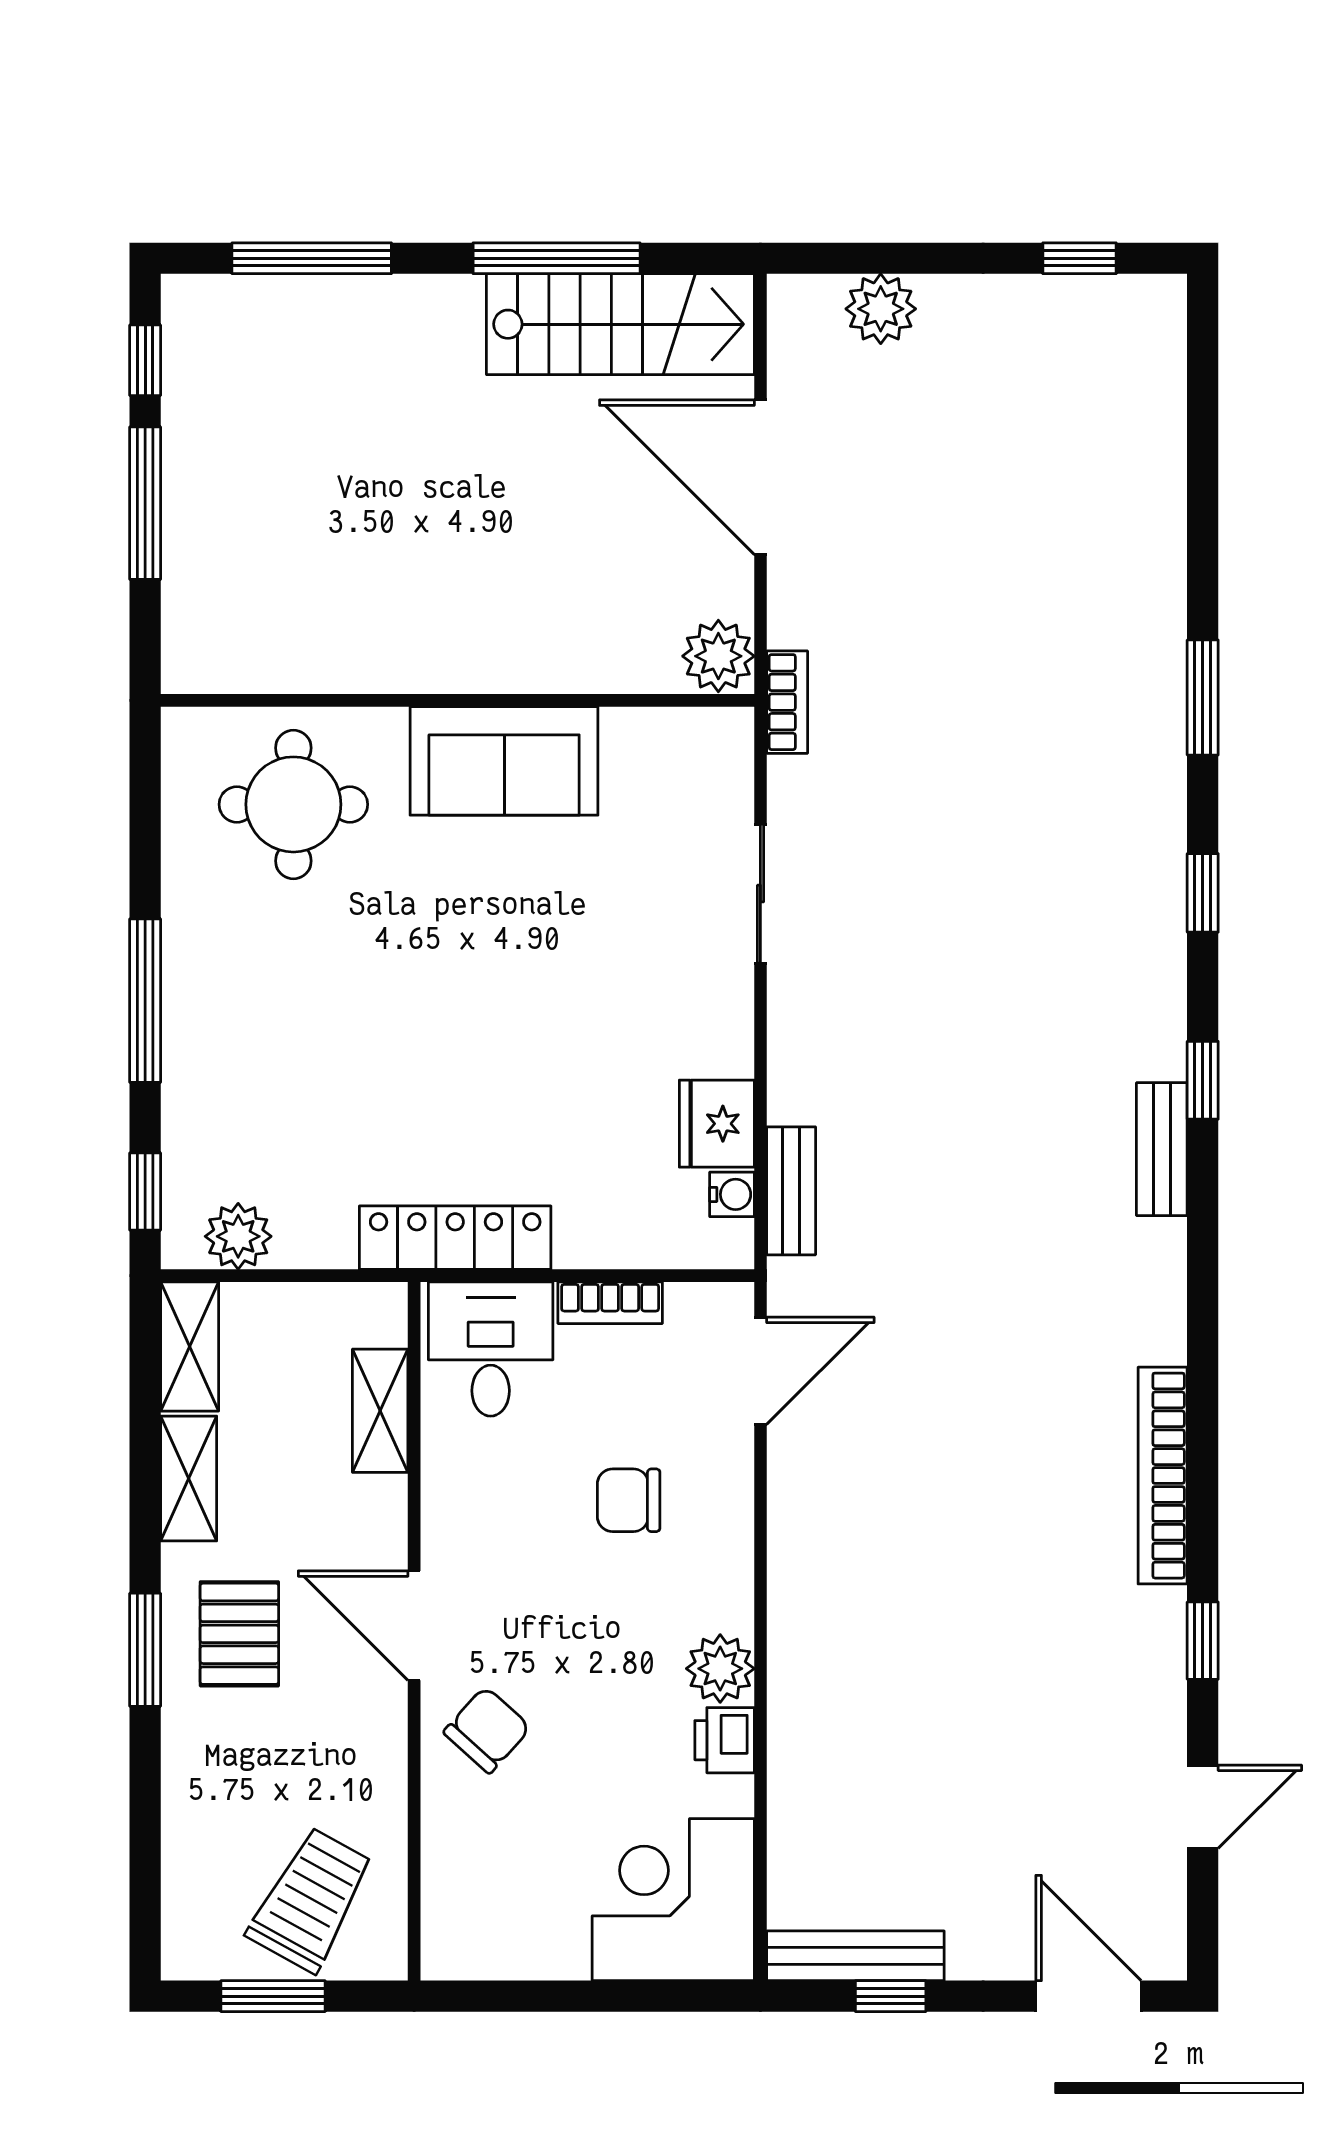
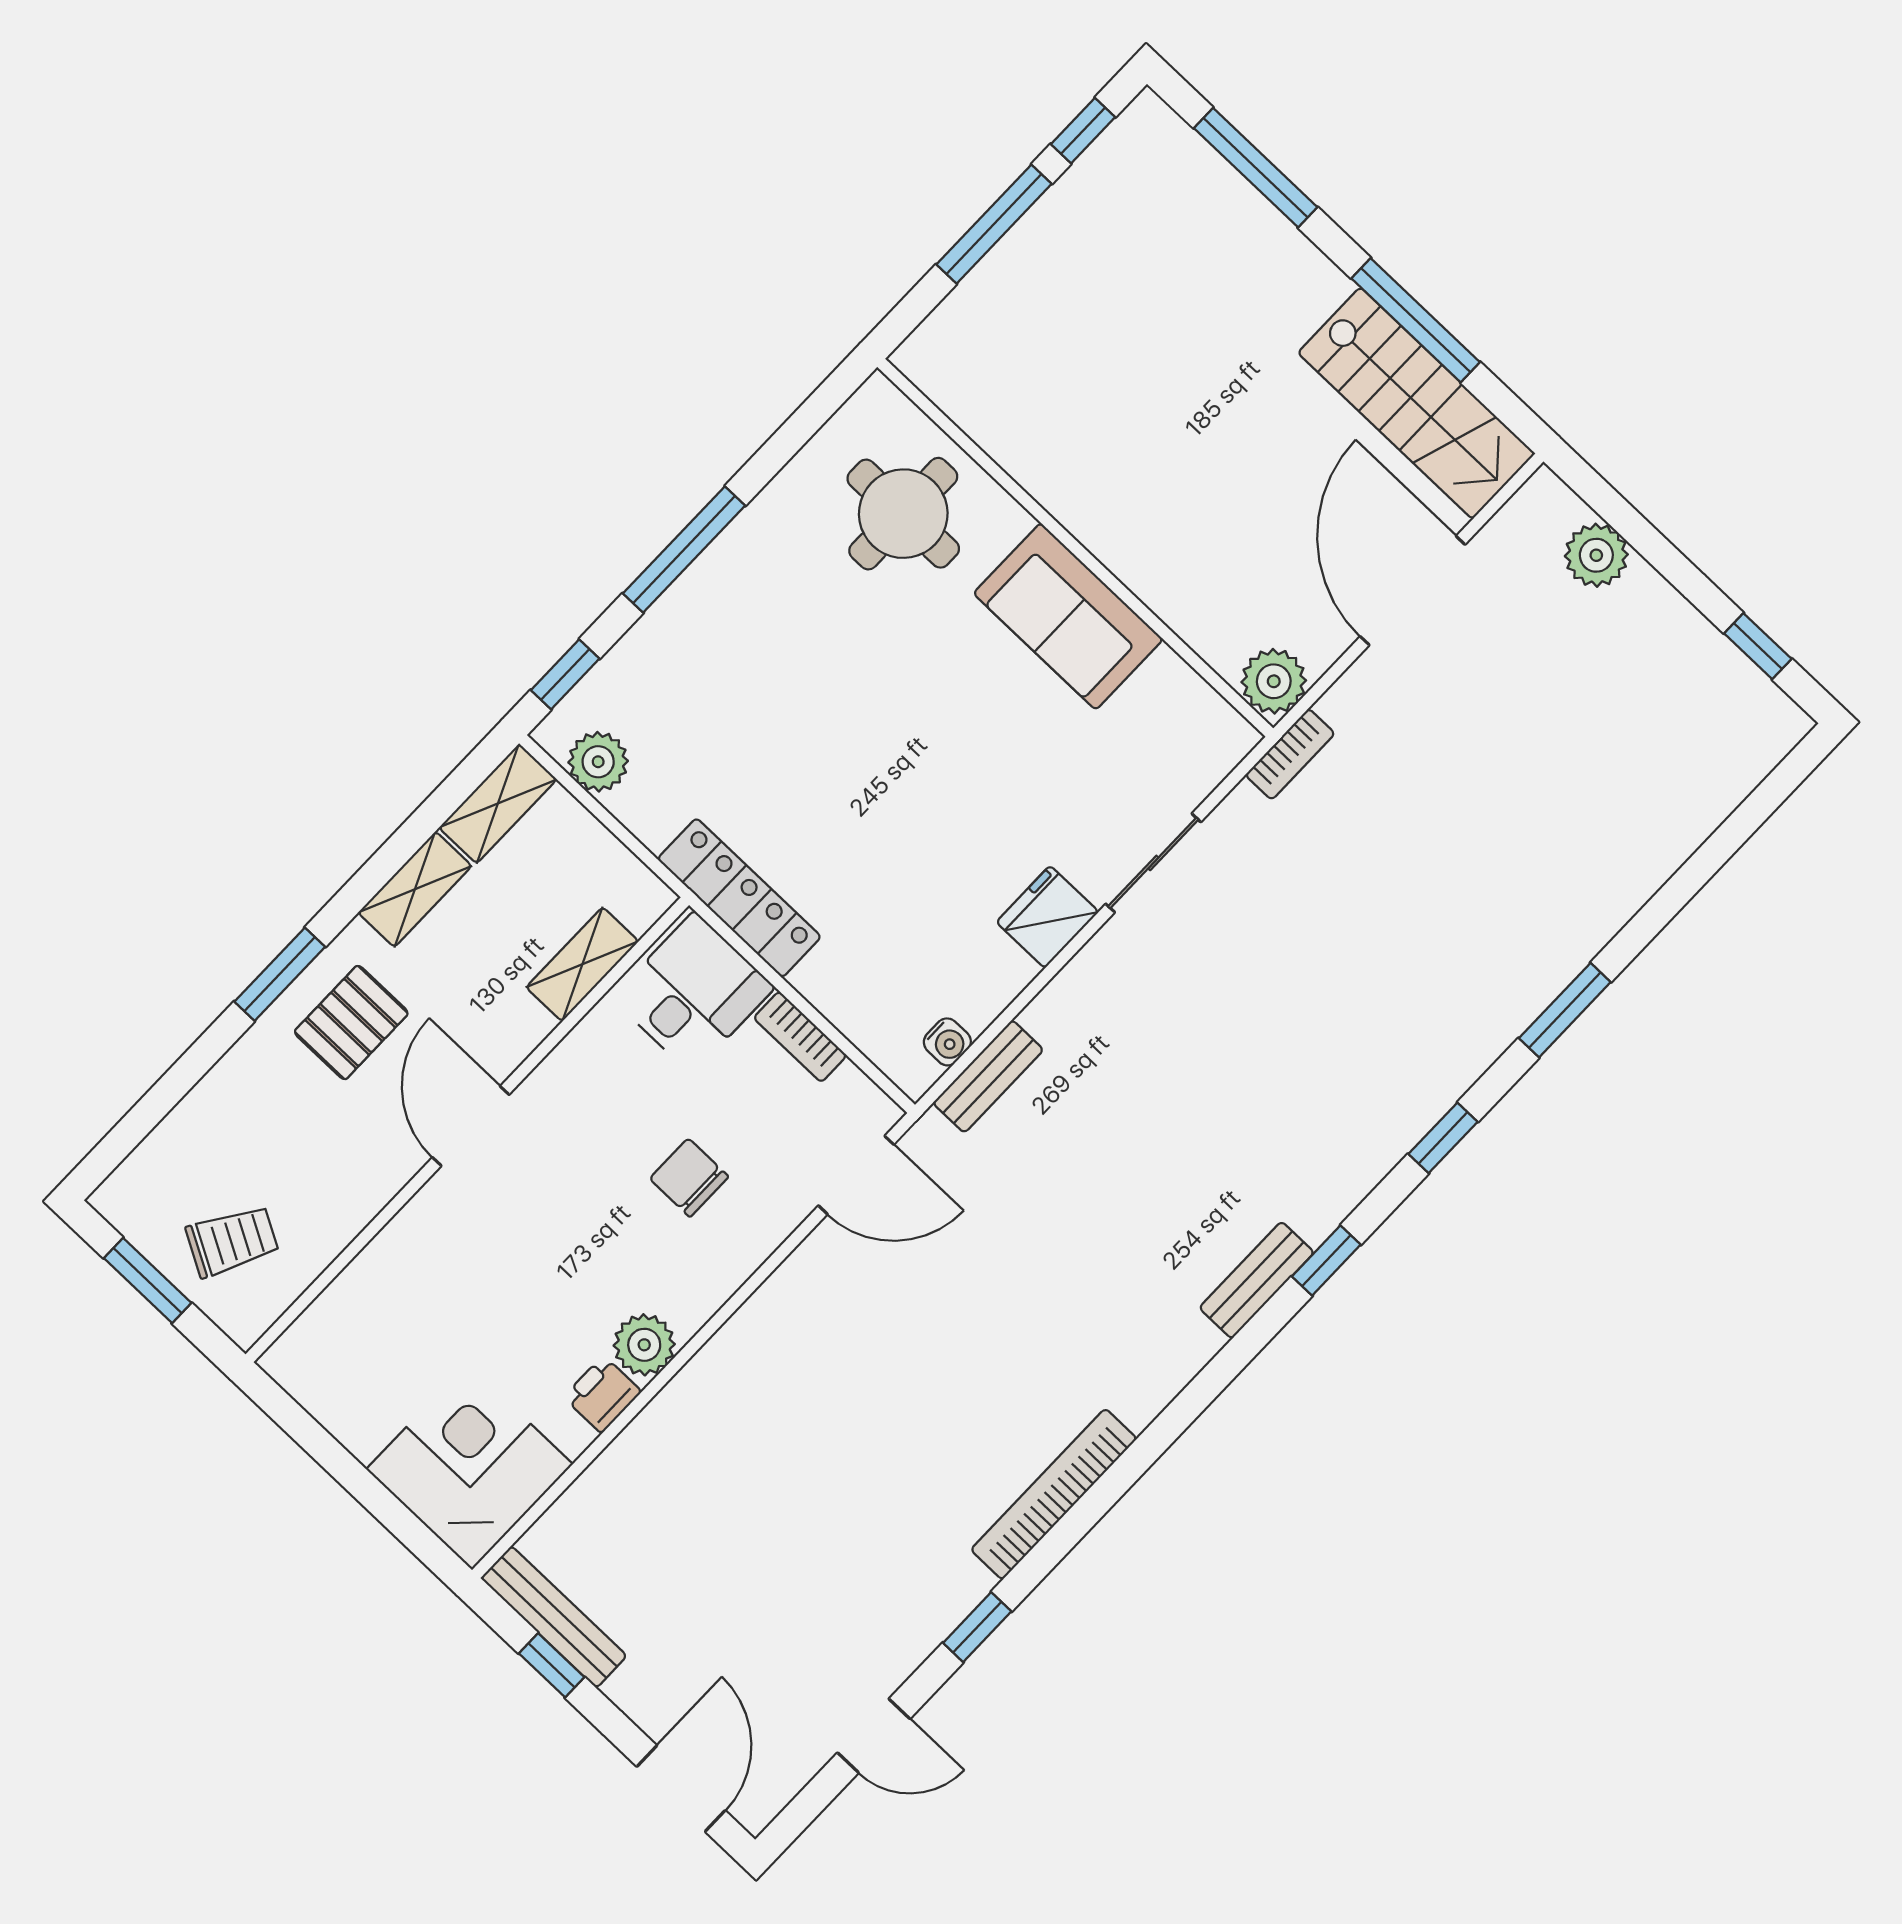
fridge: (717, 1124) -> (1047, 917), moved
chair: (487, 1730) -> (454, 1240), removed
trolley: (311, 1900) -> (232, 1241), width x0.73, depth x0.72

